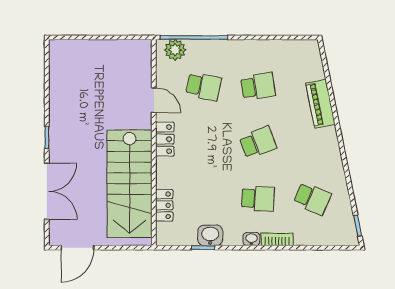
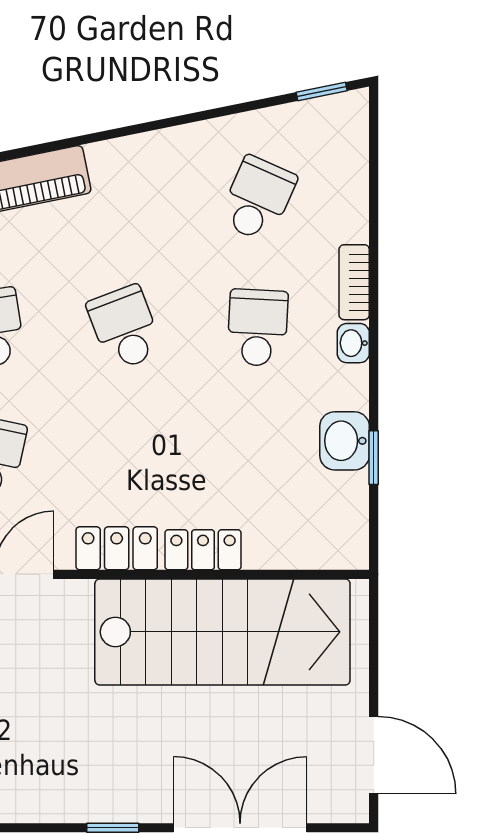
locker: (164, 205) -> (203, 550), moved

